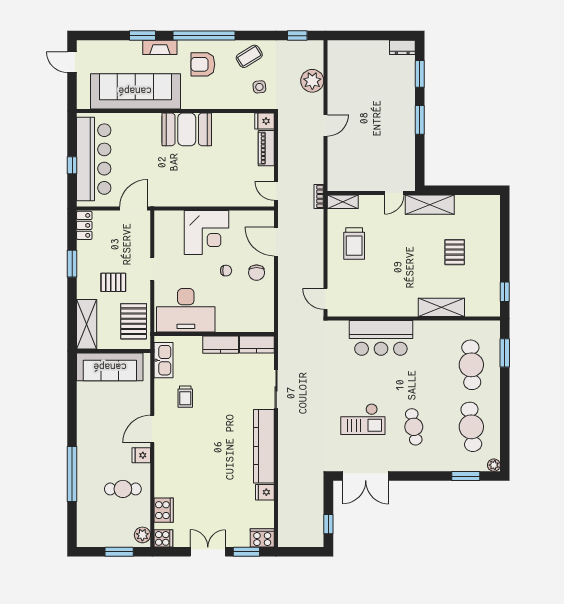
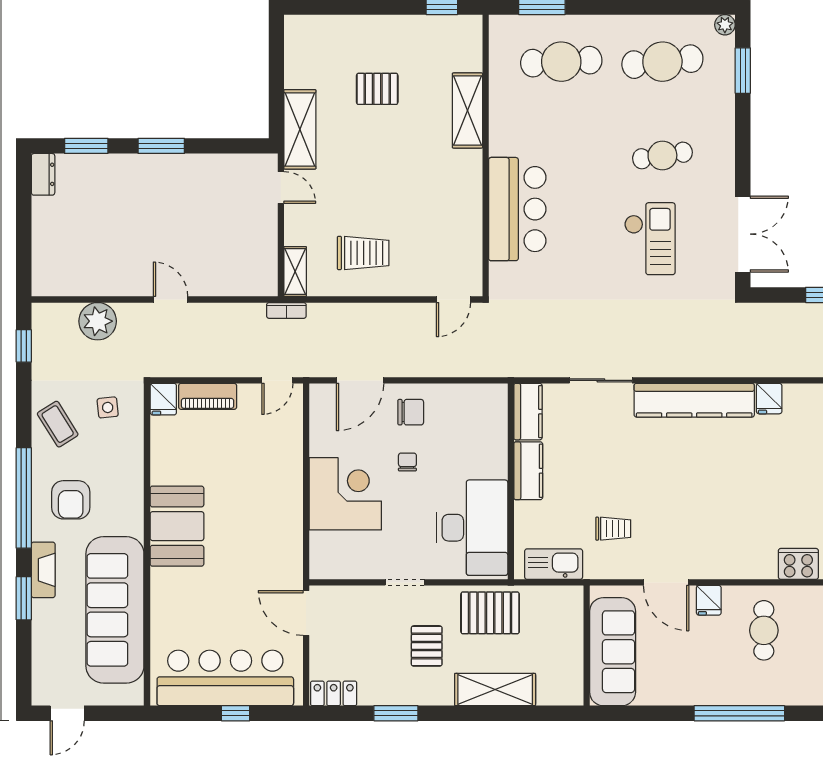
wall: (114, 351) -> (587, 646), moved
sofa: (110, 367) -> (613, 652), moved

